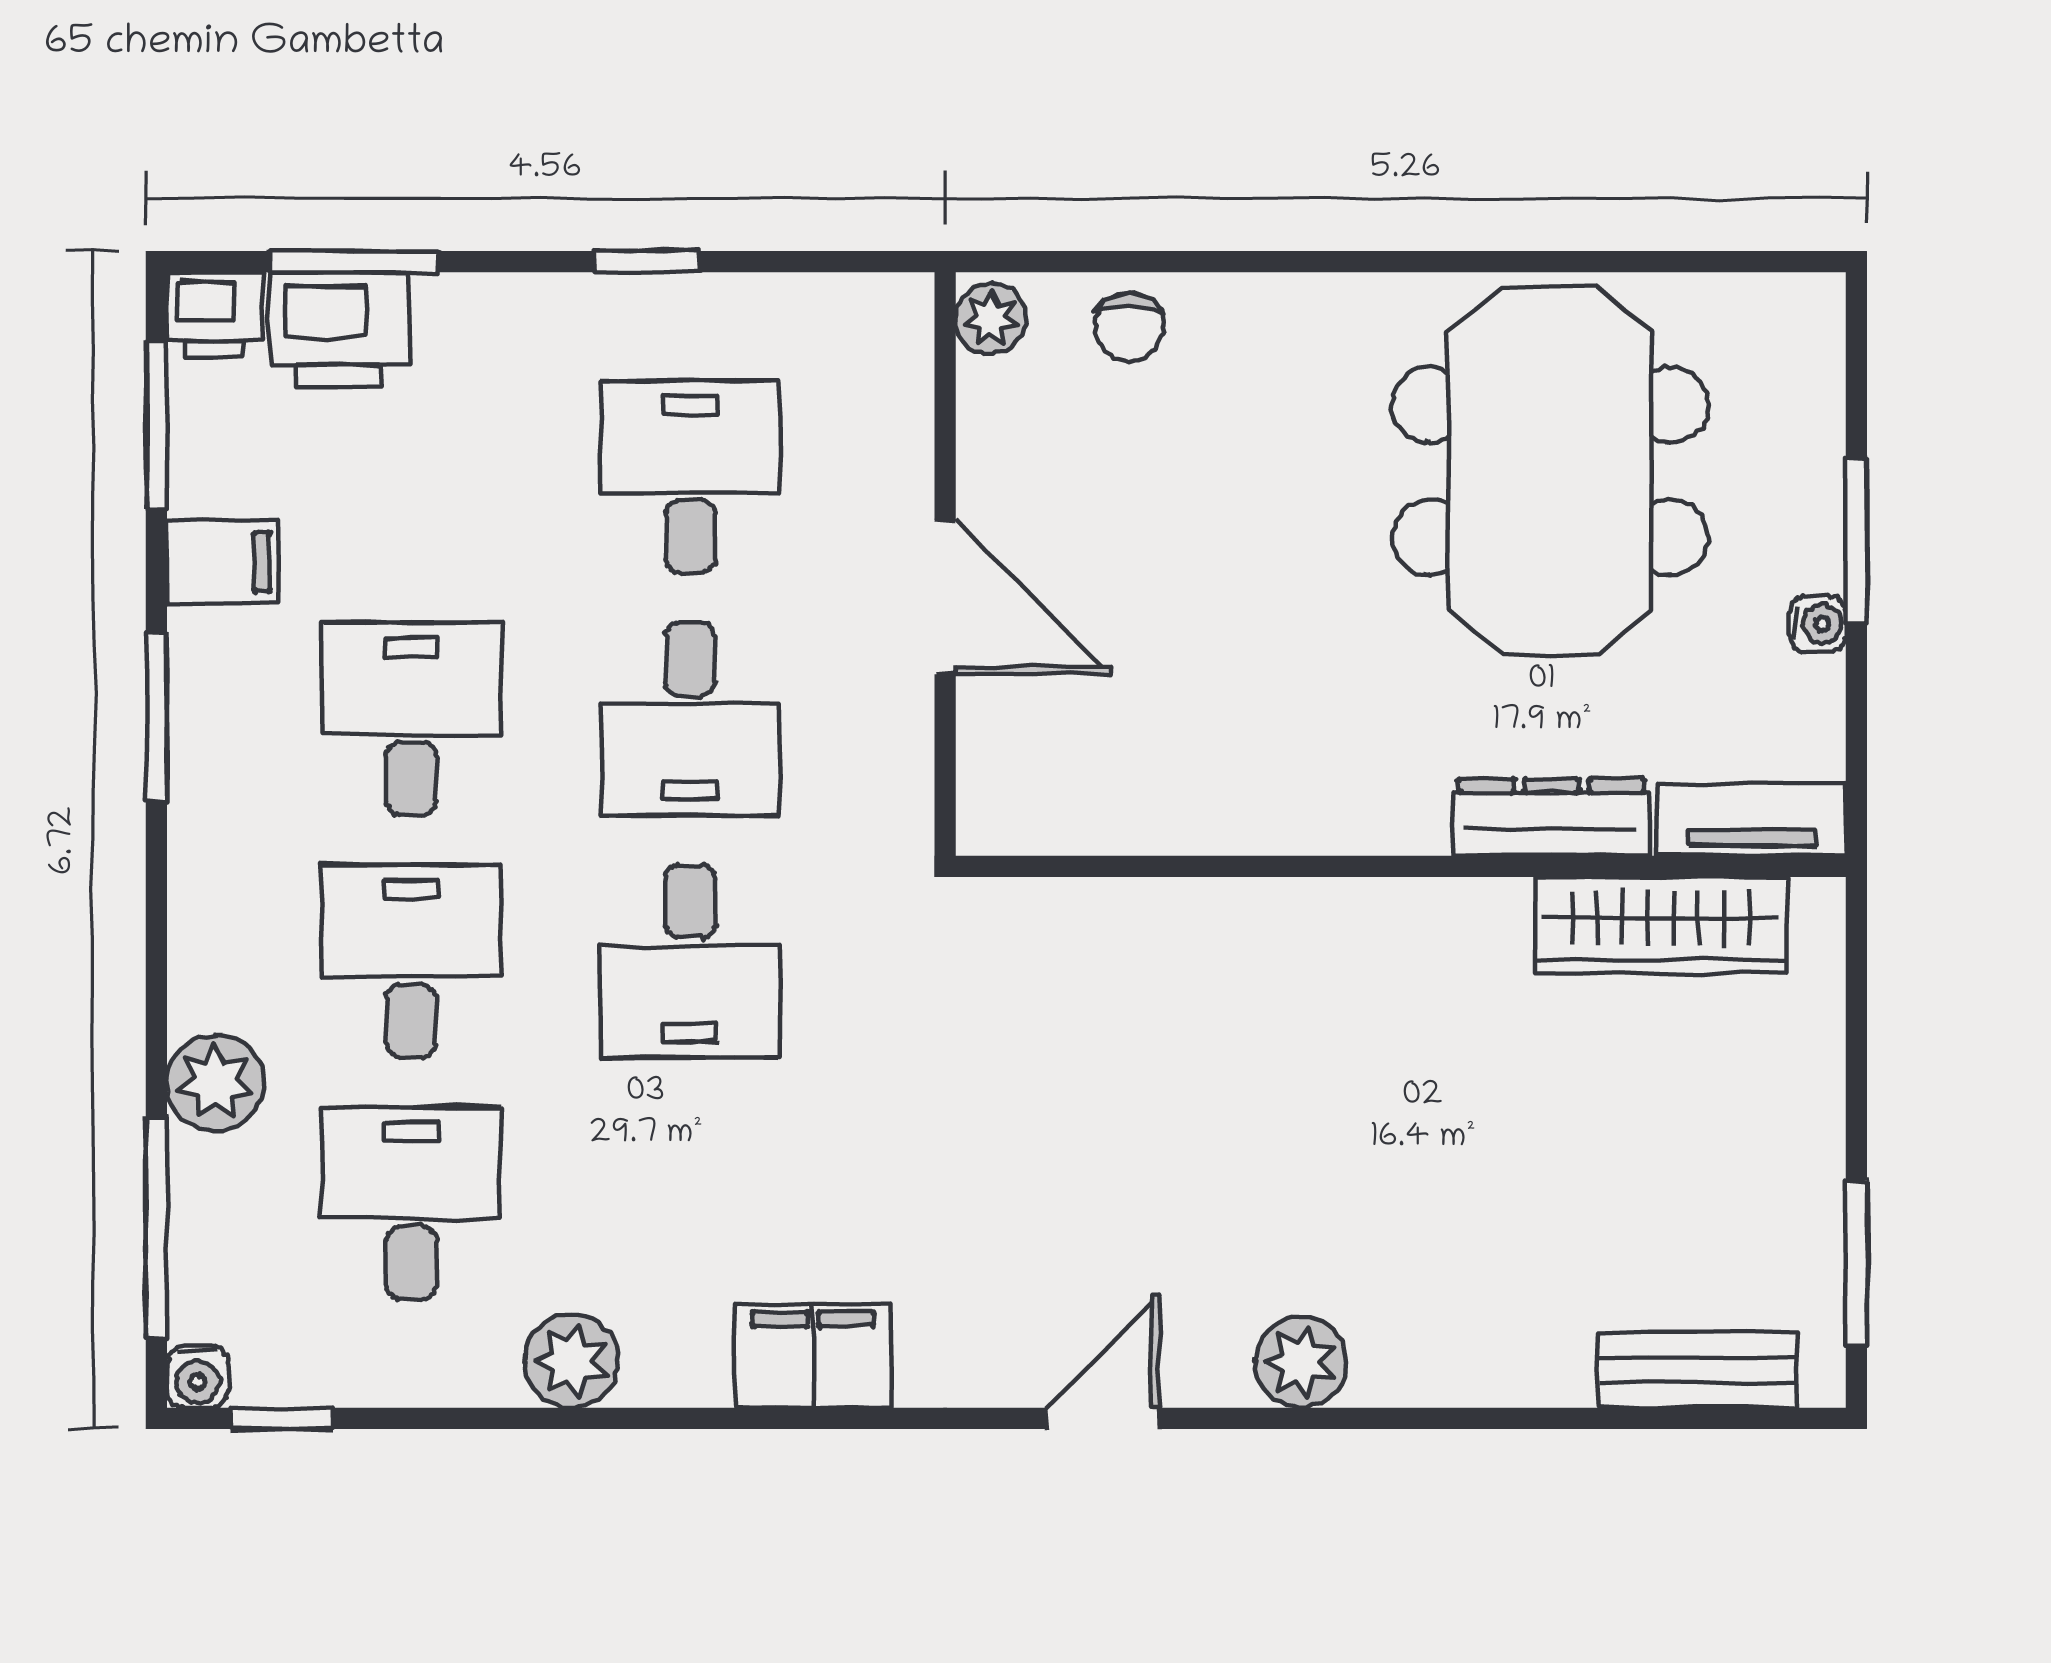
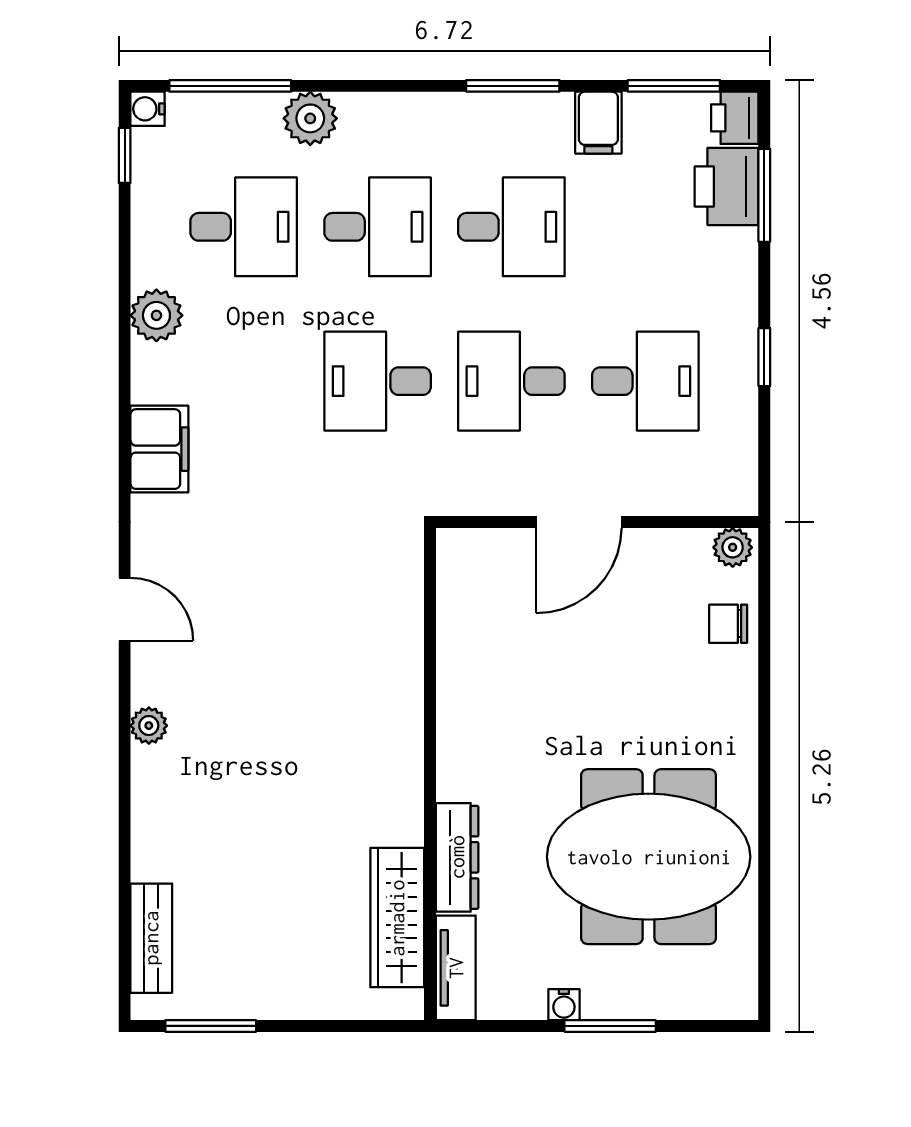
plant: (1301, 1362) -> (149, 726), width x0.73, depth x0.73

